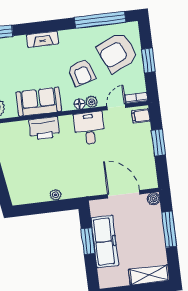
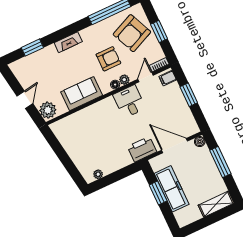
armchair: (82, 73) -> (108, 59), turned -74
printer: (44, 128) -> (142, 149), moved, turned 180
plant: (56, 195) -> (98, 174), moved

